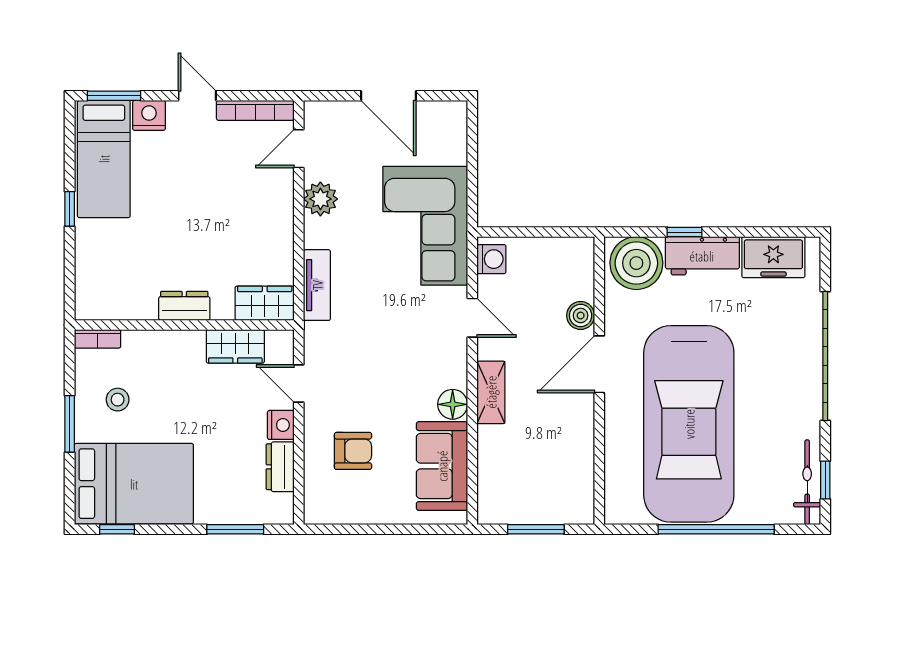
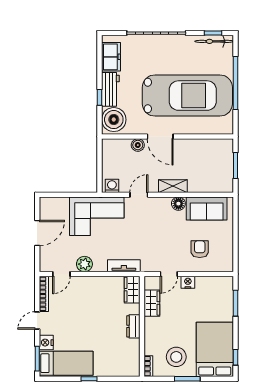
door: (299, 149) -> (61, 274), hinge flipped
stool: (118, 400) -> (176, 357), width x1.89, depth x1.89
dresser: (280, 467) -> (207, 283), removed

